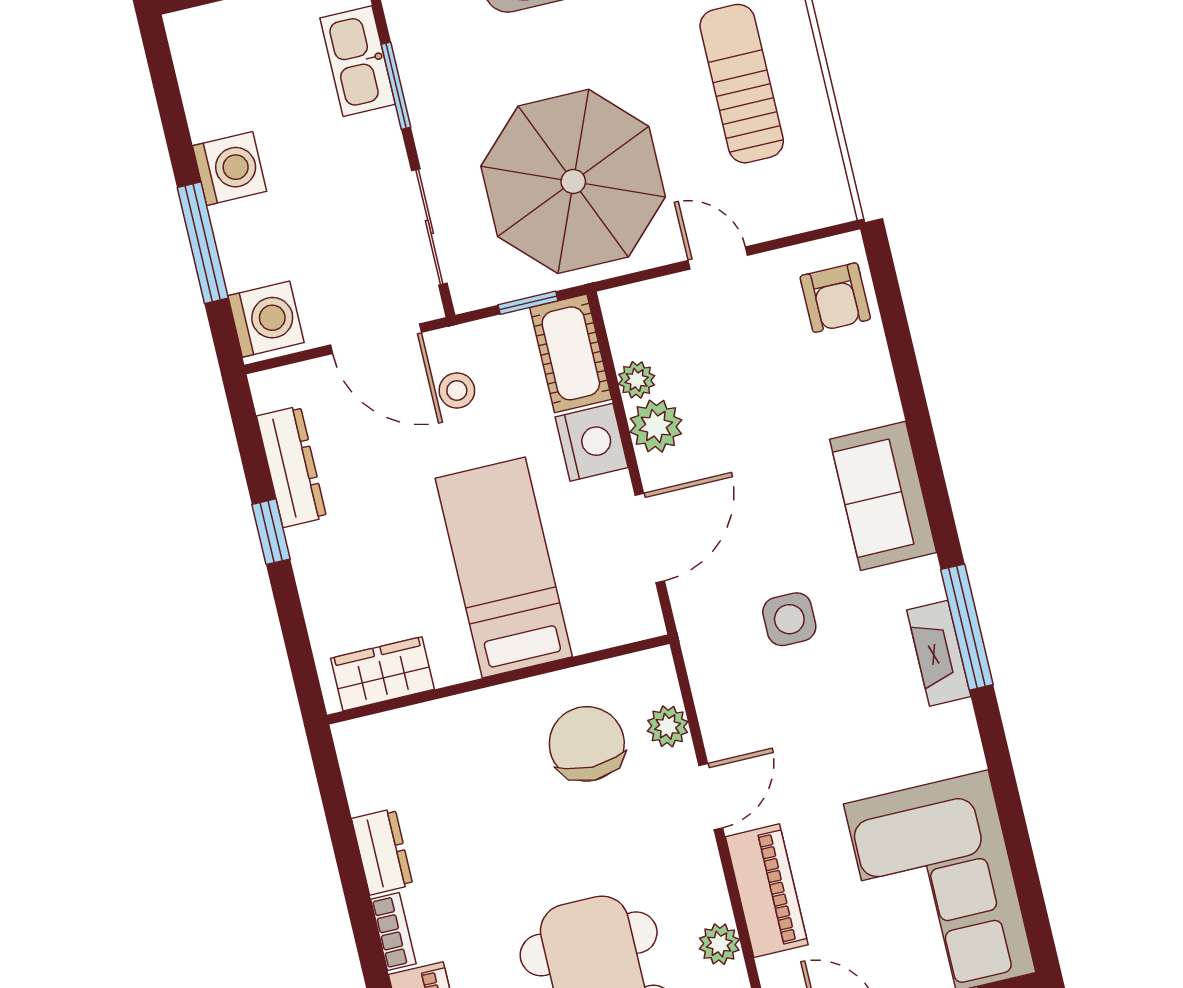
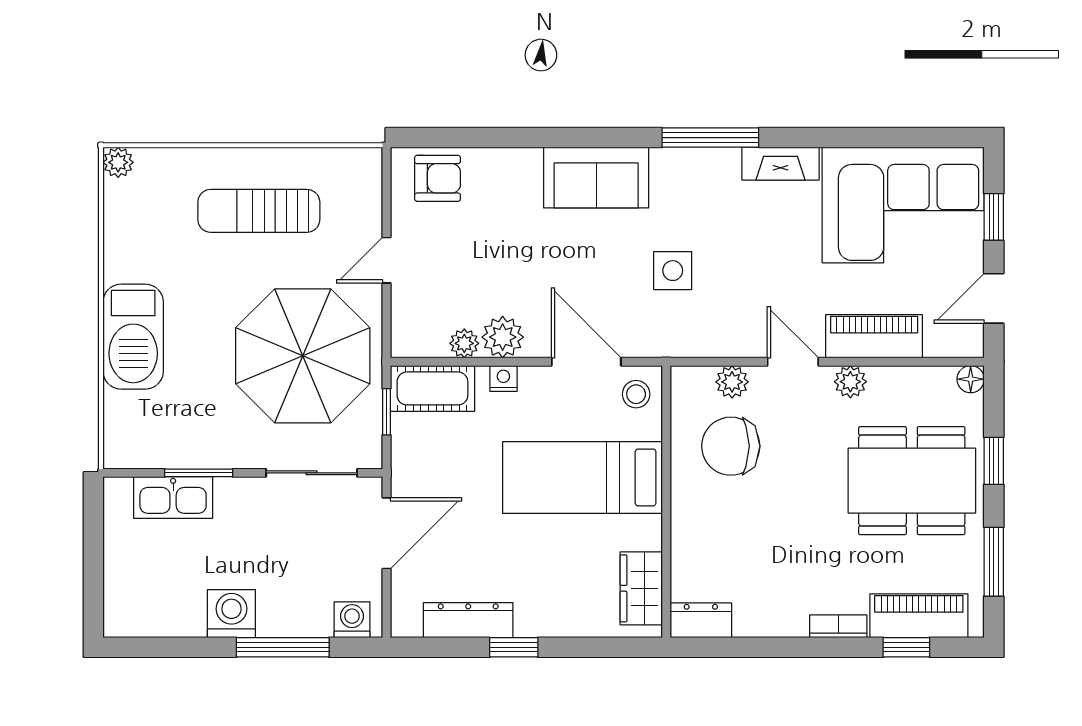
washing machine: (266, 319) -> (352, 620), width x0.73, depth x0.73
stool: (457, 391) -> (636, 394), moved
nightstand: (592, 442) -> (503, 378), width x0.53, depth x0.56
fireplace: (939, 653) -> (780, 164), moved
dresser: (382, 852) -> (701, 620), moved
plant: (719, 944) -> (850, 382), moved

